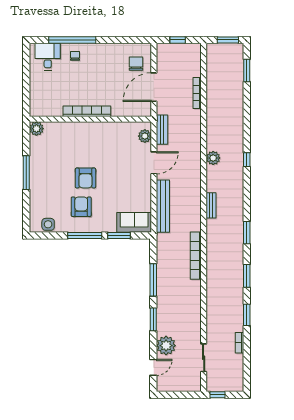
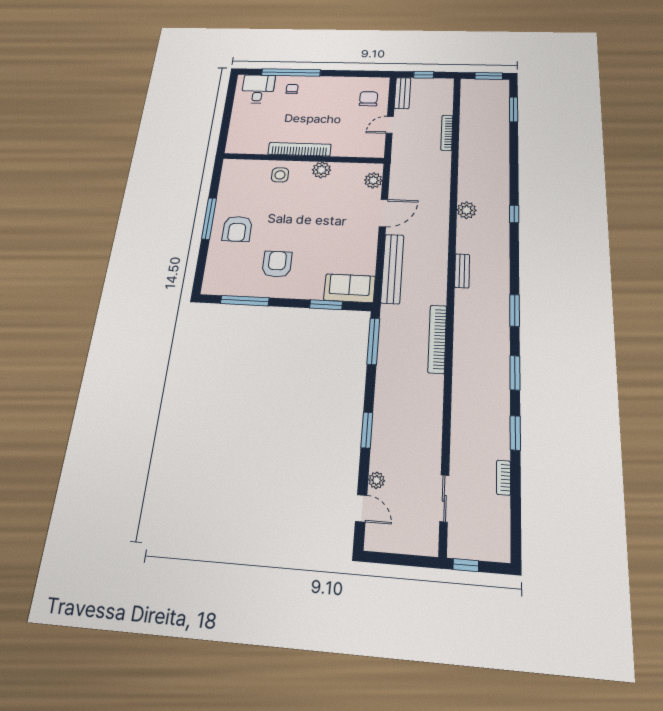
door: (154, 87) -> (390, 125), width x0.53
plant: (36, 129) -> (321, 170), moved
bench: (162, 130) -> (402, 93), moved
armchair: (85, 178) -> (237, 229), moved
side table: (48, 224) -> (280, 175), moved
window: (85, 235) -> (245, 301), moved
window: (153, 280) -> (373, 341), moved
plant: (166, 346) -> (377, 480), width x0.53, depth x0.53
door: (153, 367) -> (361, 508), hinge flipped

